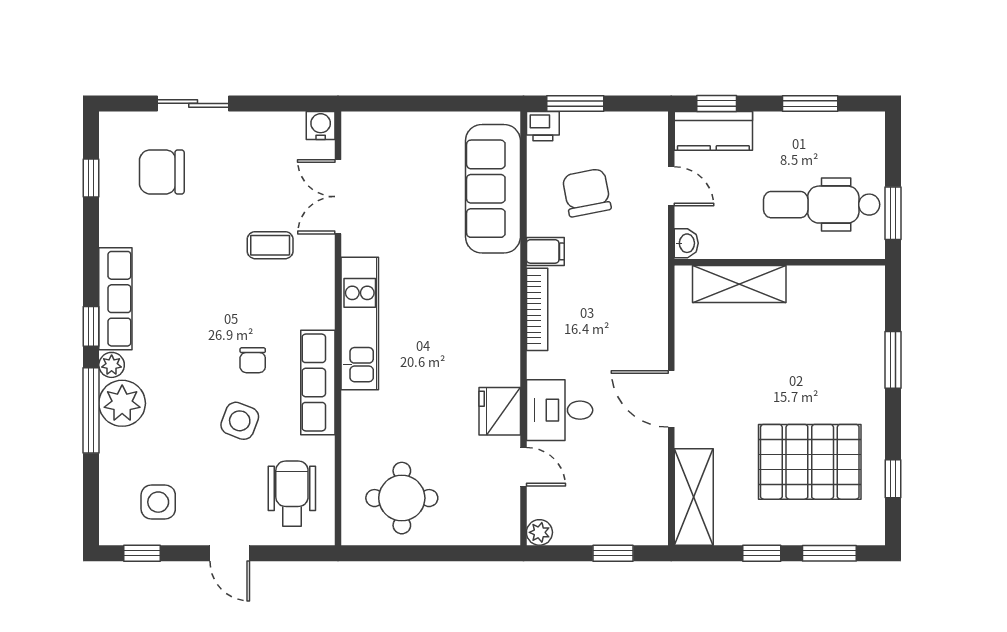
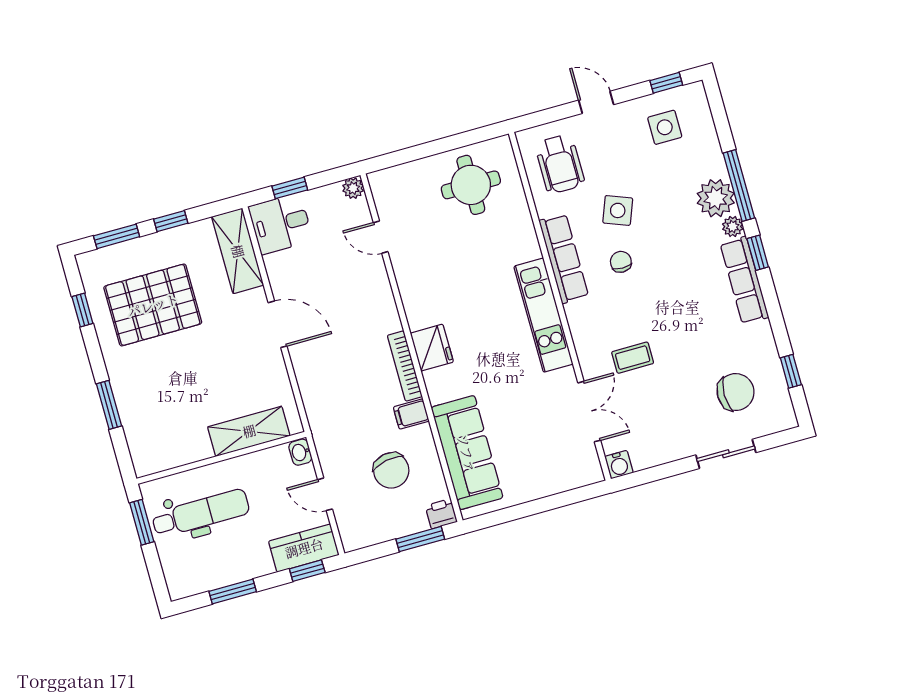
desk: (560, 410) -> (281, 224), moved, turned 180
fridge: (500, 411) -> (432, 348), moved

